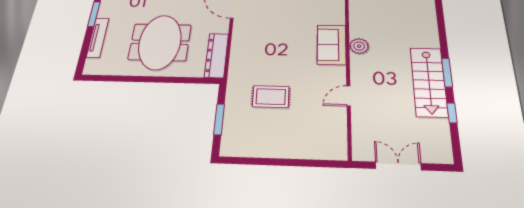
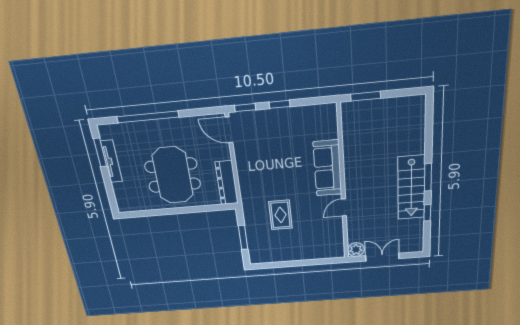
tv unit: (98, 38) -> (112, 161), moved
sofa: (332, 45) -> (328, 168), width x1.36
plant: (359, 46) -> (356, 250), moved
rug: (271, 97) -> (280, 215), turned 90

